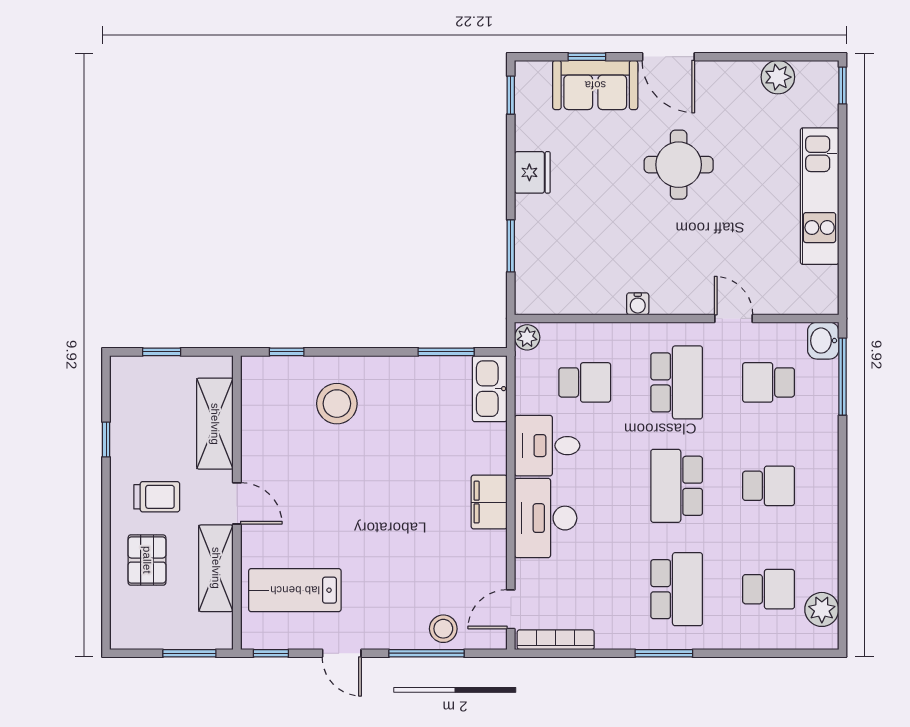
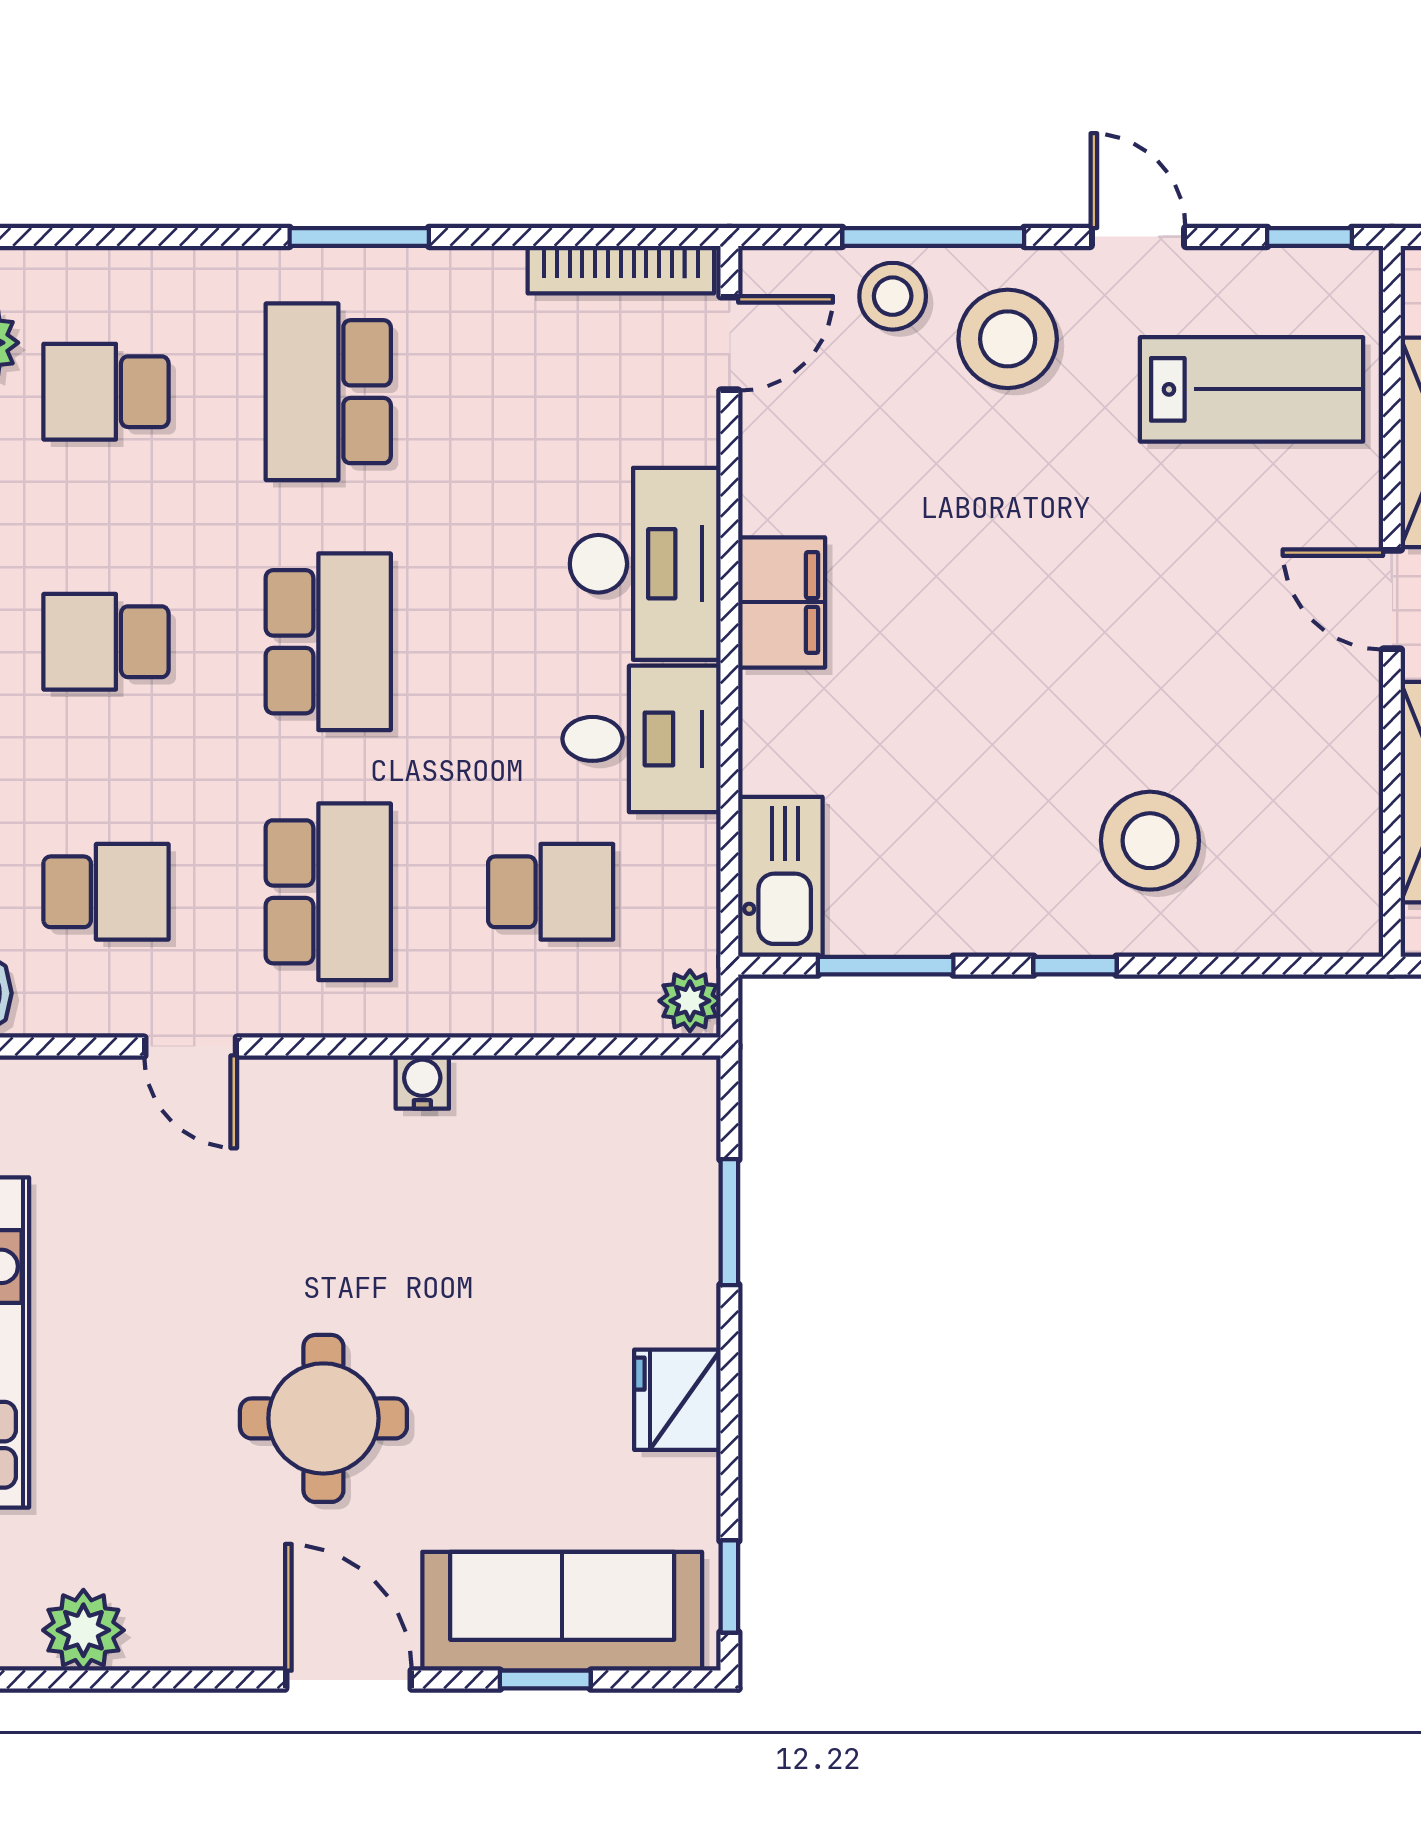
sofa: (595, 85) -> (562, 1611), width x1.36
window: (287, 352) -> (1075, 966), moved
school desk: (585, 382) -> (551, 892), turned 180
school desk: (677, 382) -> (328, 892), turned 180
stool: (396, 611) -> (1008, 339), added

